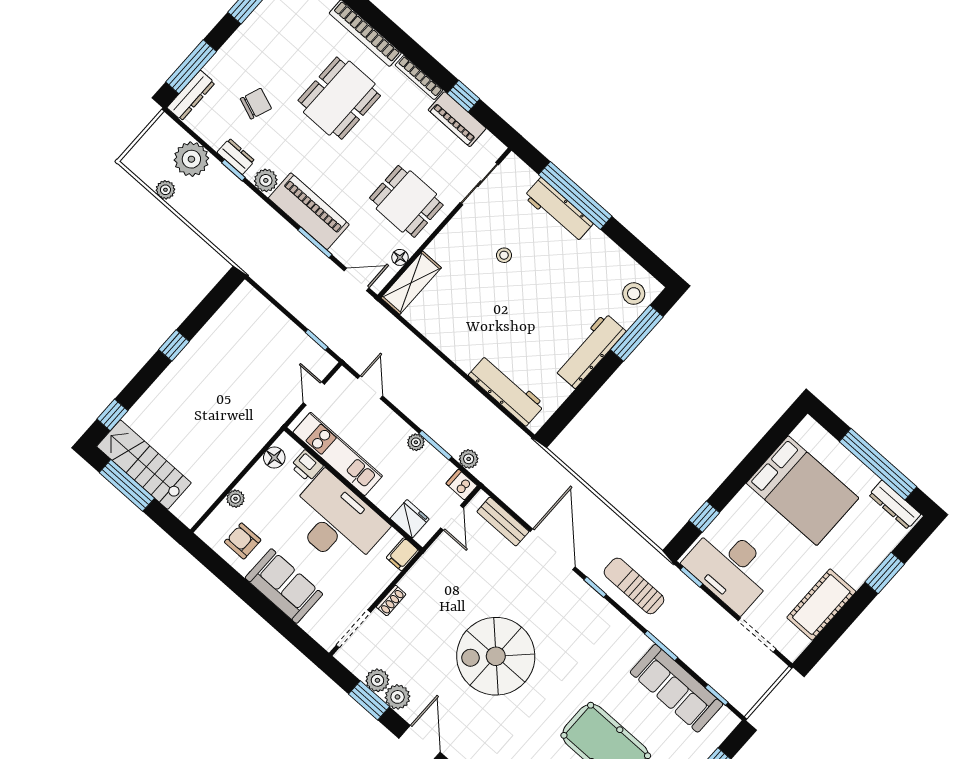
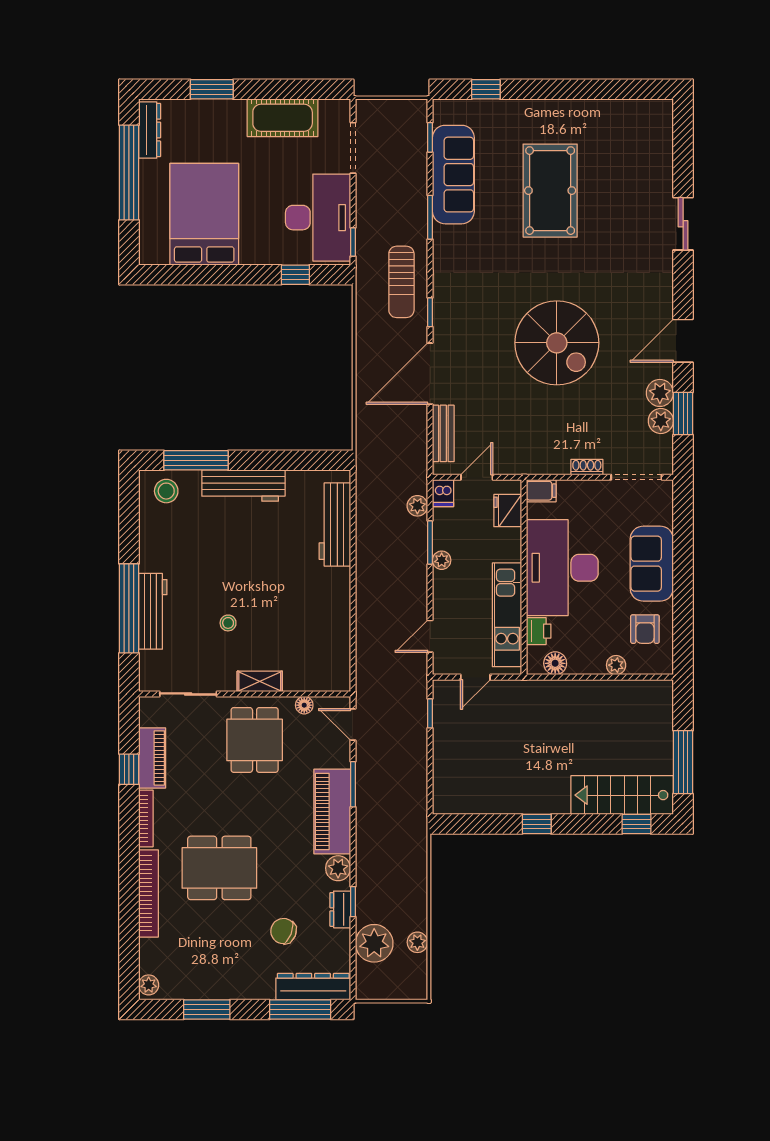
dresser: (191, 95) -> (313, 987), width x1.37, depth x1.24
shelving: (411, 283) -> (260, 681), moved, width x0.67, depth x0.75
stairs: (144, 465) -> (622, 795), moved, turned 90

